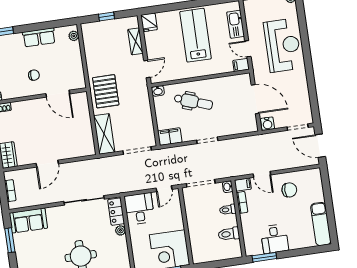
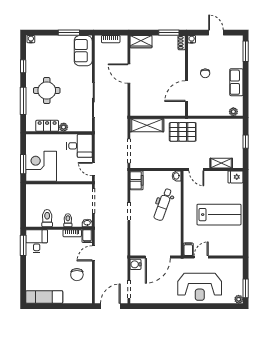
kitchen sink: (236, 24) -> (223, 250), removed
locker: (116, 212) -> (47, 126), moved
desk: (275, 239) -> (37, 241), moved, turned 90

